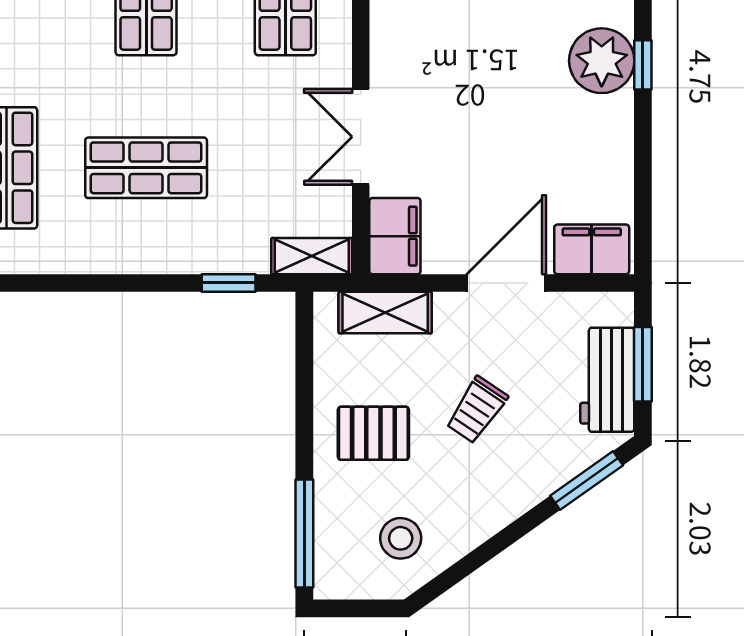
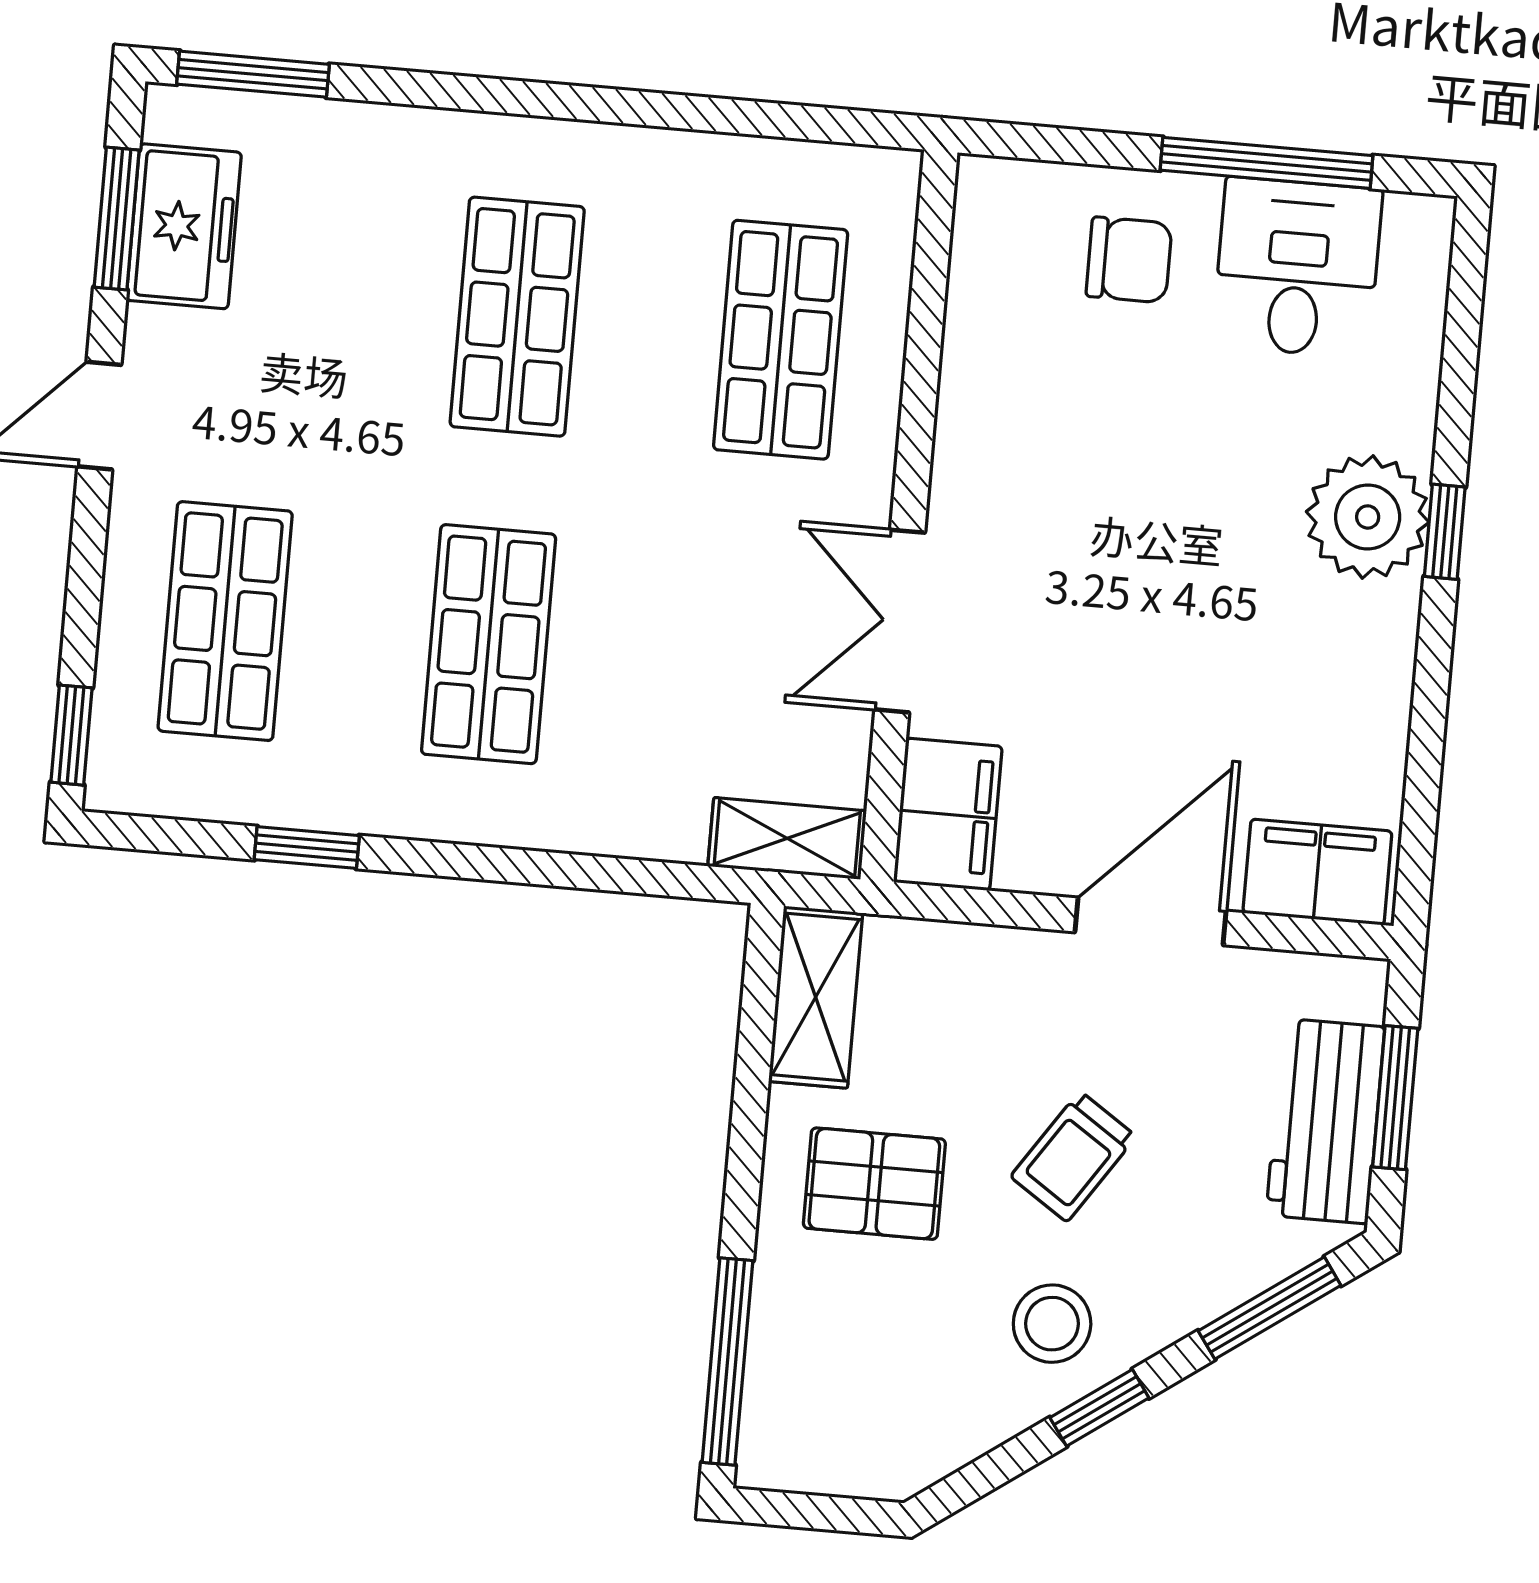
shop shelf: (146, 168) -> (489, 644), turned 90
window: (229, 283) -> (307, 848), moved
shelving: (385, 313) -> (816, 997), moved, turned 90
stool: (401, 538) -> (1052, 1324), moved
window: (502, 541) -> (1099, 1408), added

